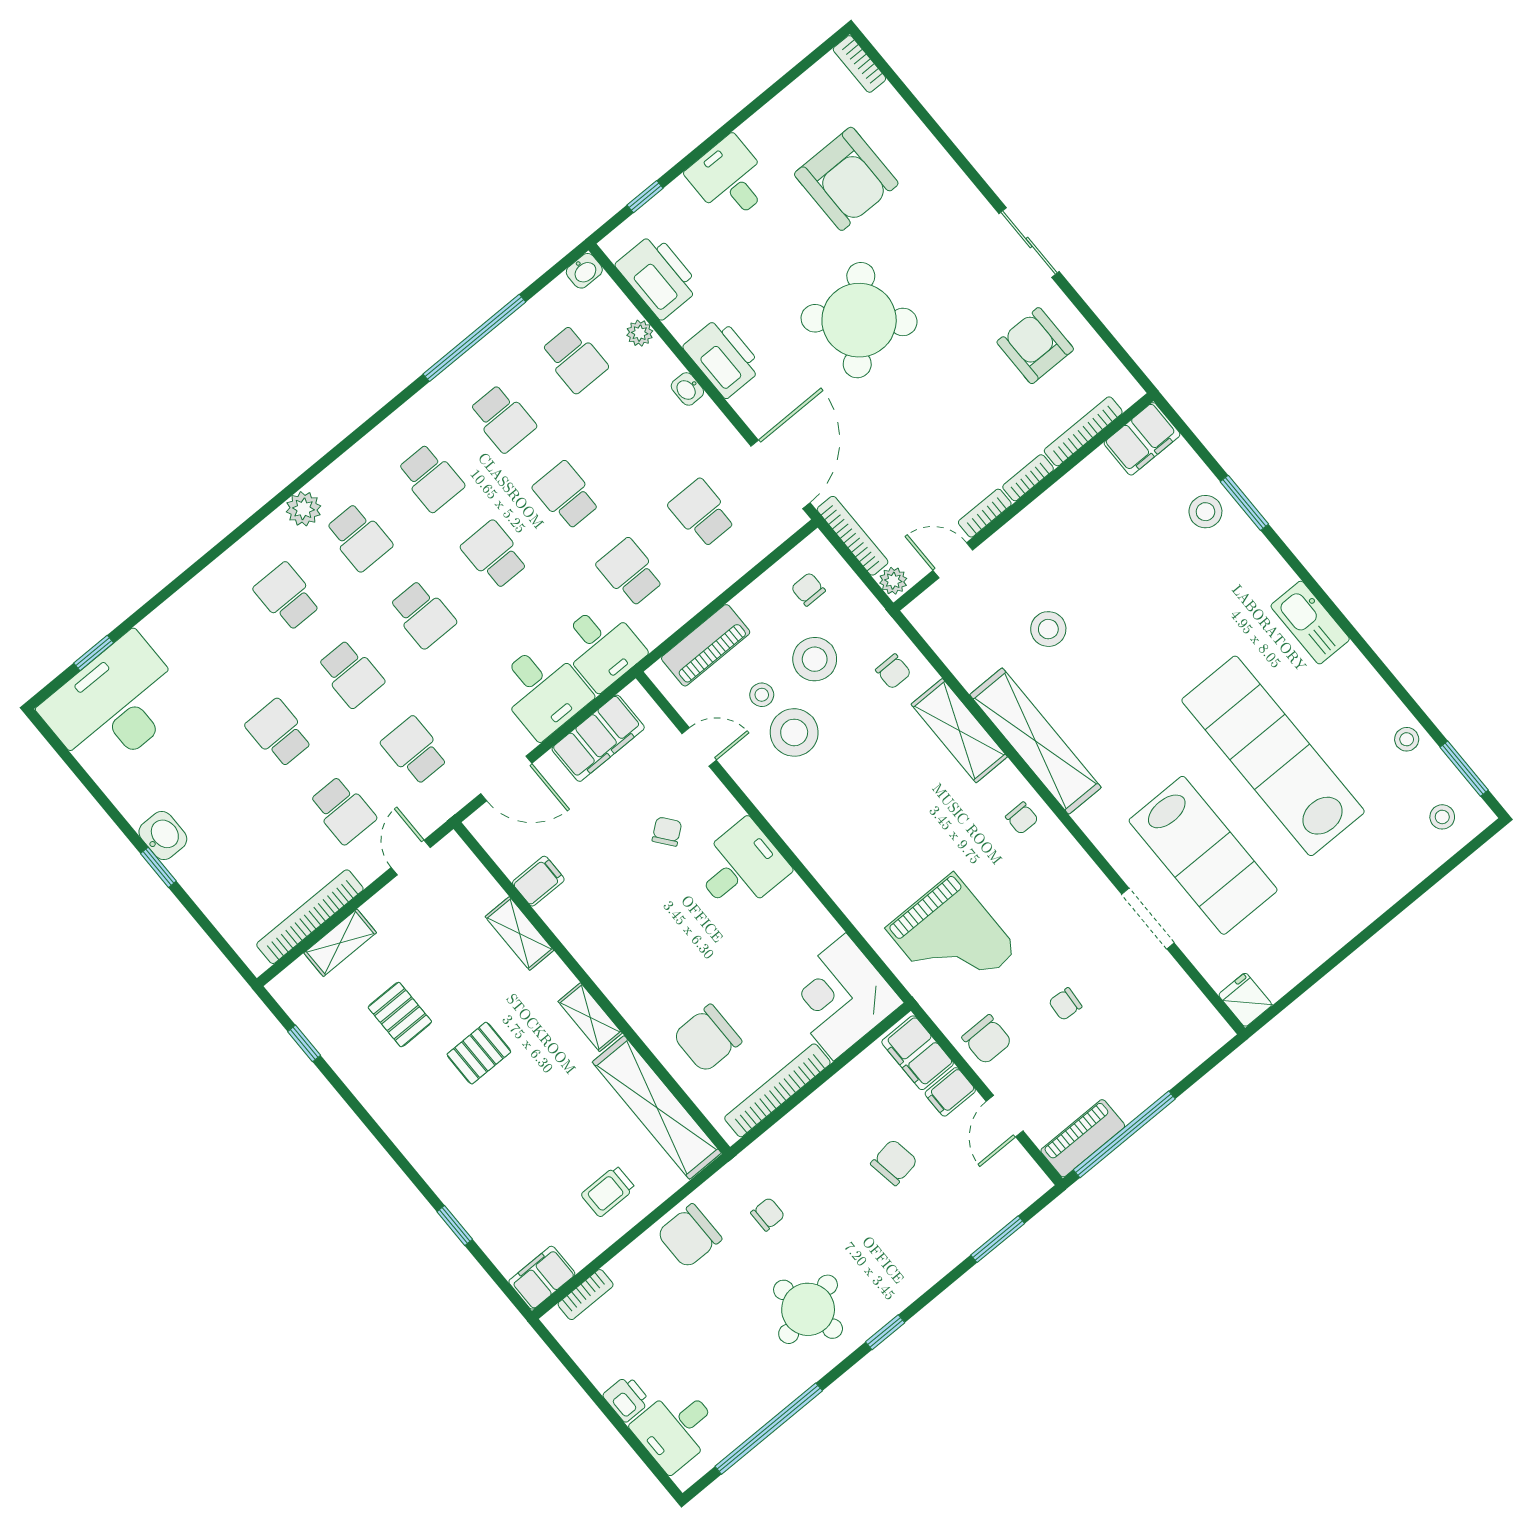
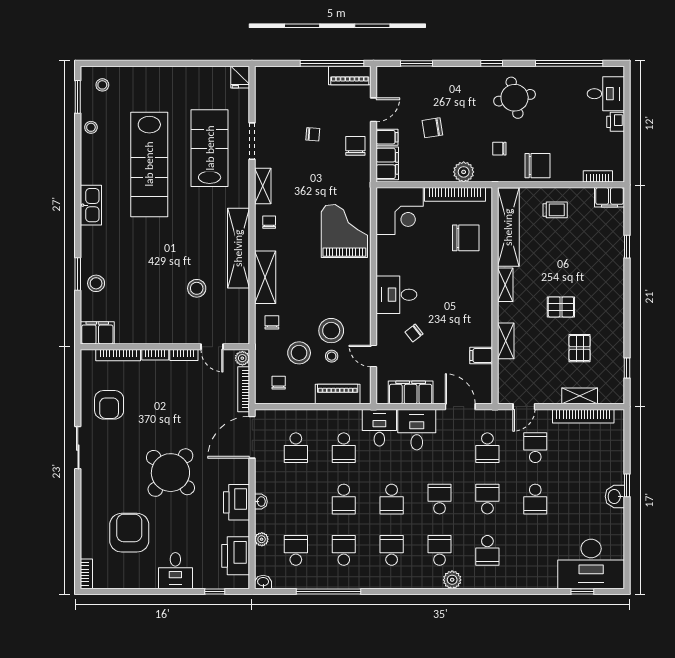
chair: (808, 589) -> (279, 383), turned 180
shelving: (1076, 865) -> (263, 186), added
grand piano: (952, 939) -> (344, 231), moved
plant: (792, 1135) -> (464, 172), added

